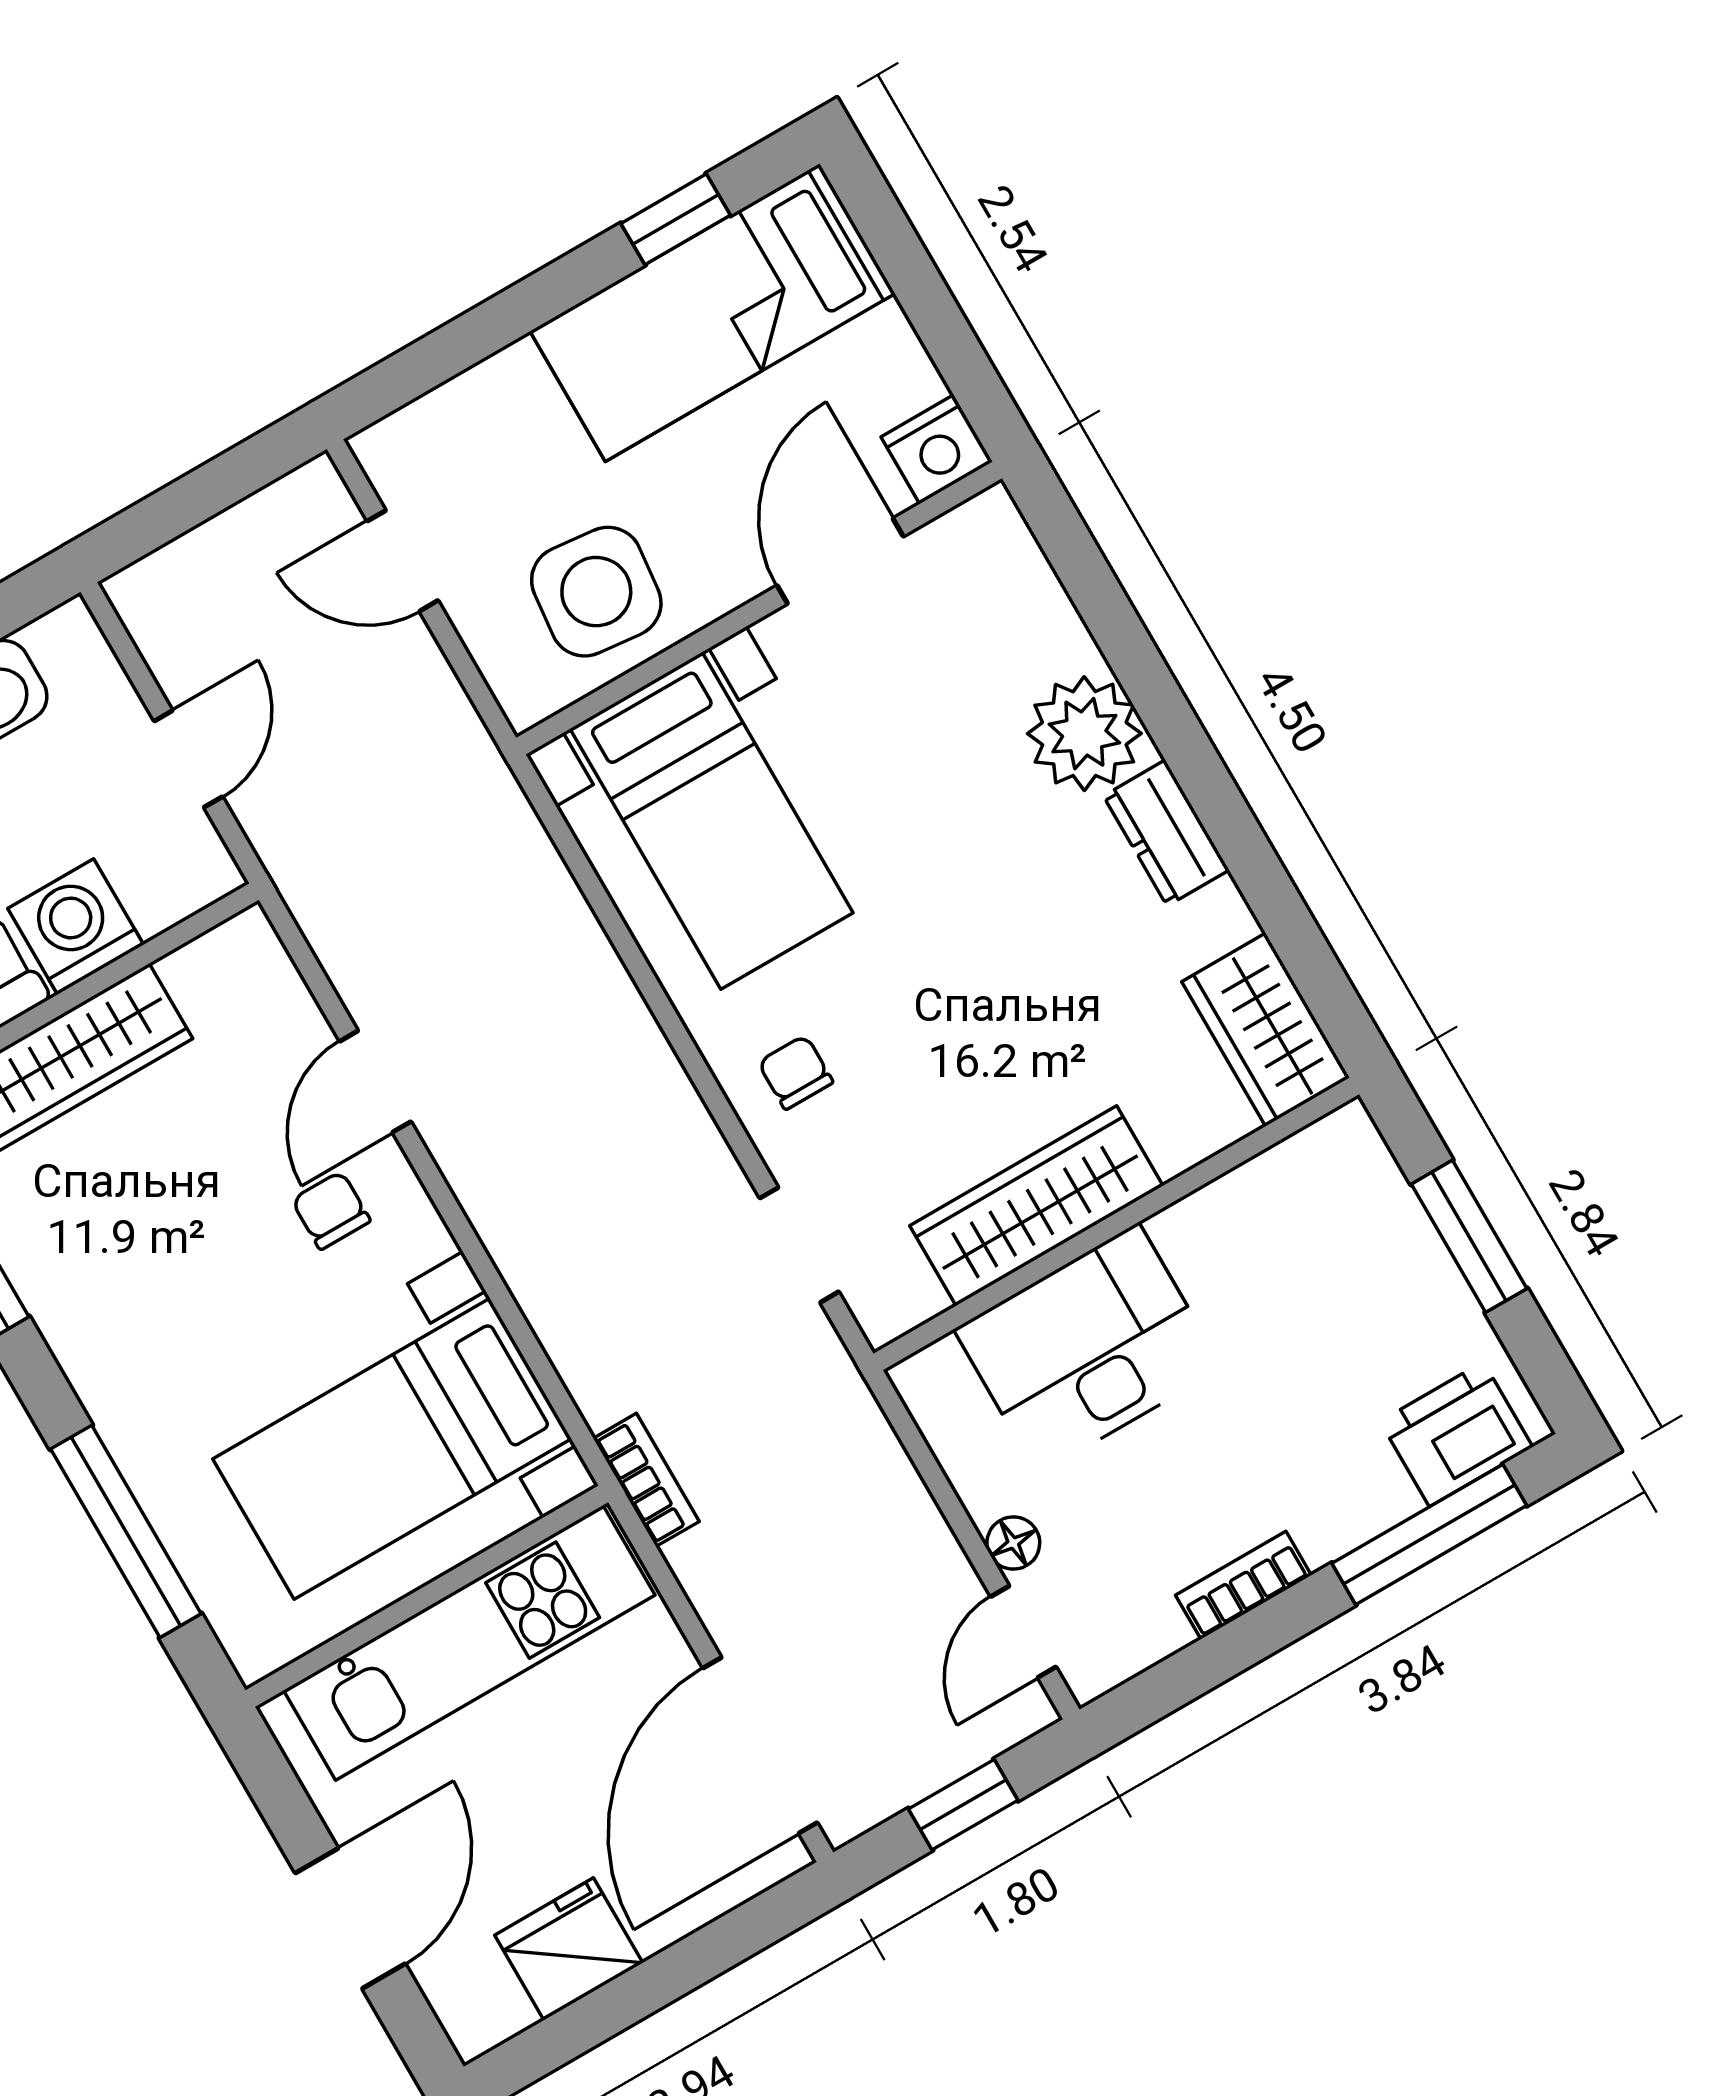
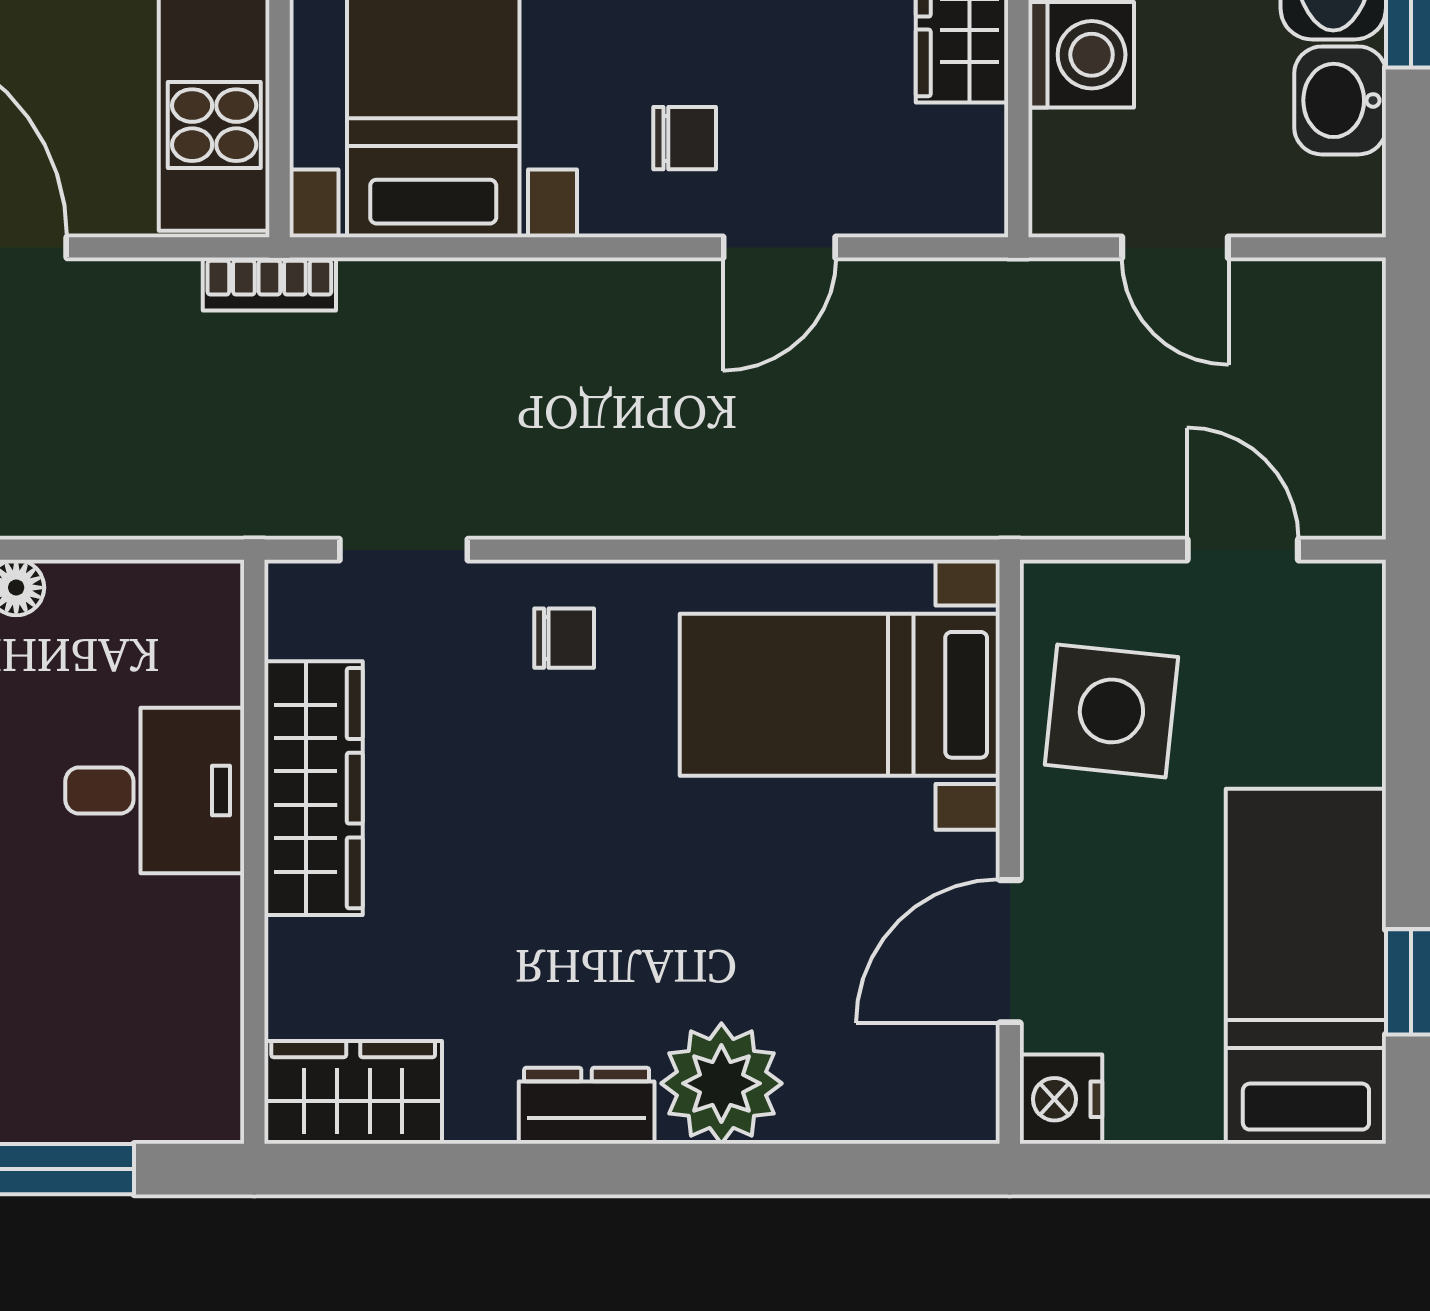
door: (403, 561) -> (1243, 550), hinge flipped
door: (840, 561) -> (1010, 951), swing flipped
door: (375, 1081) -> (779, 247), swing flipped
desk: (1088, 1349) -> (155, 790), width x0.73

